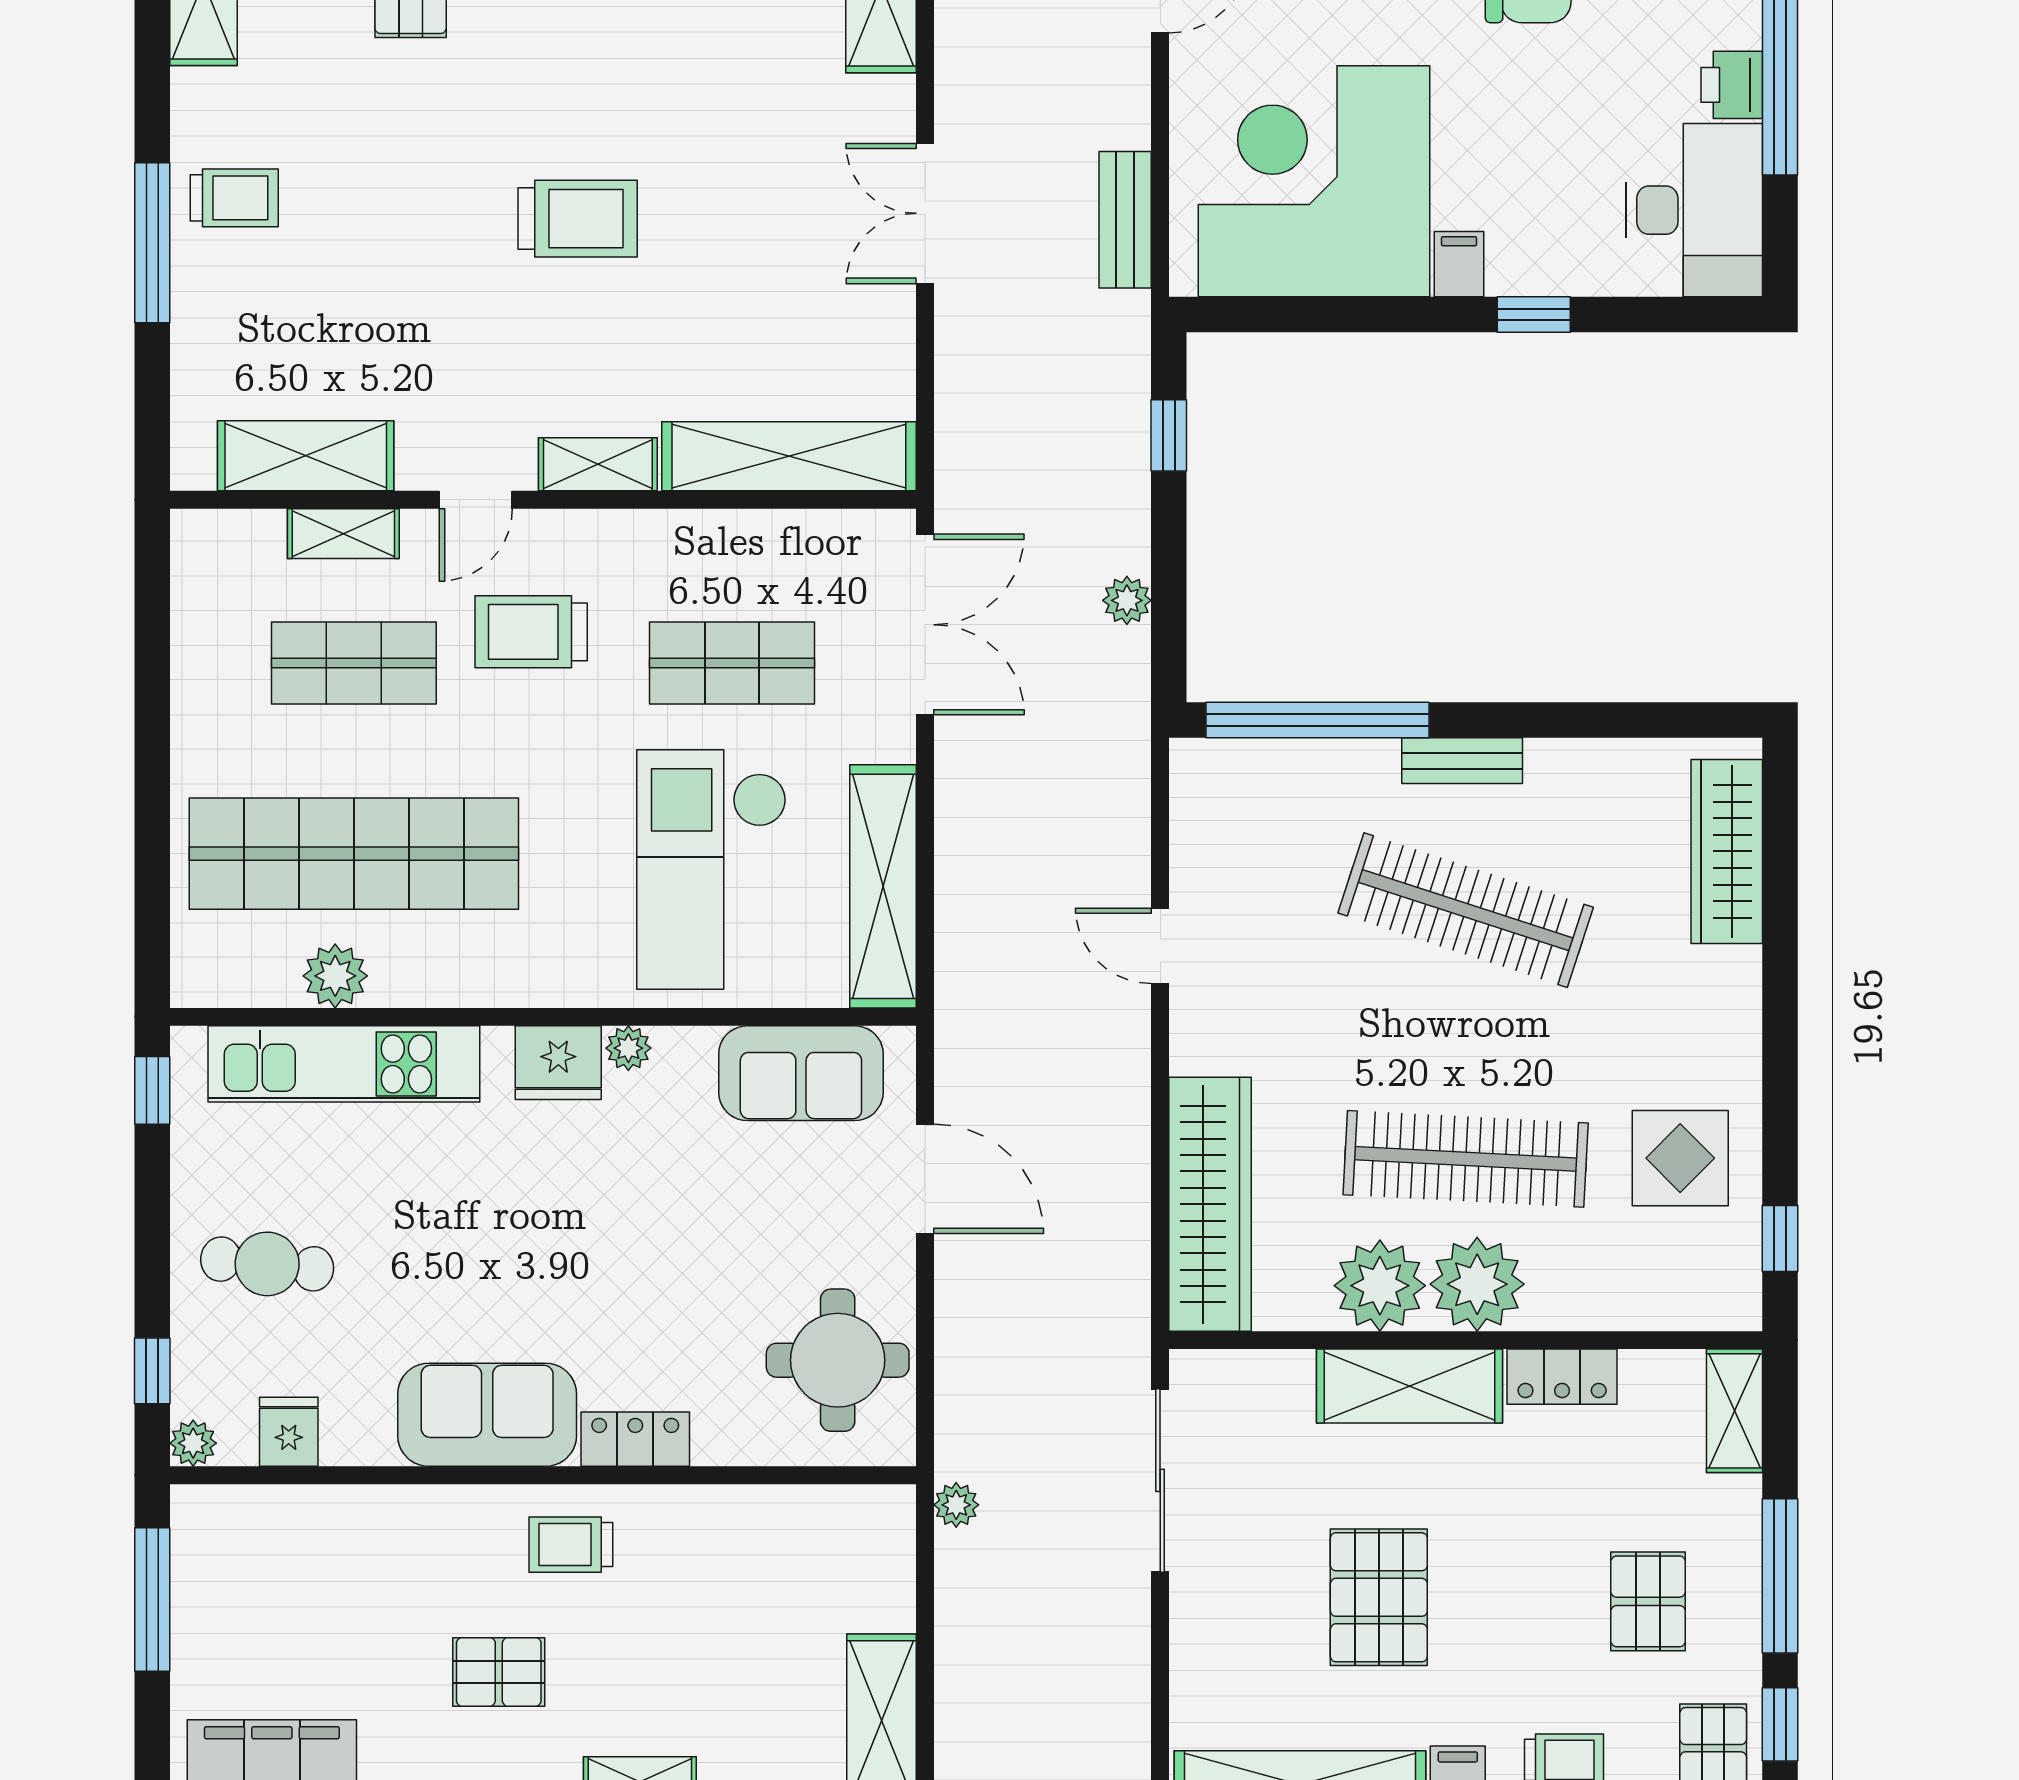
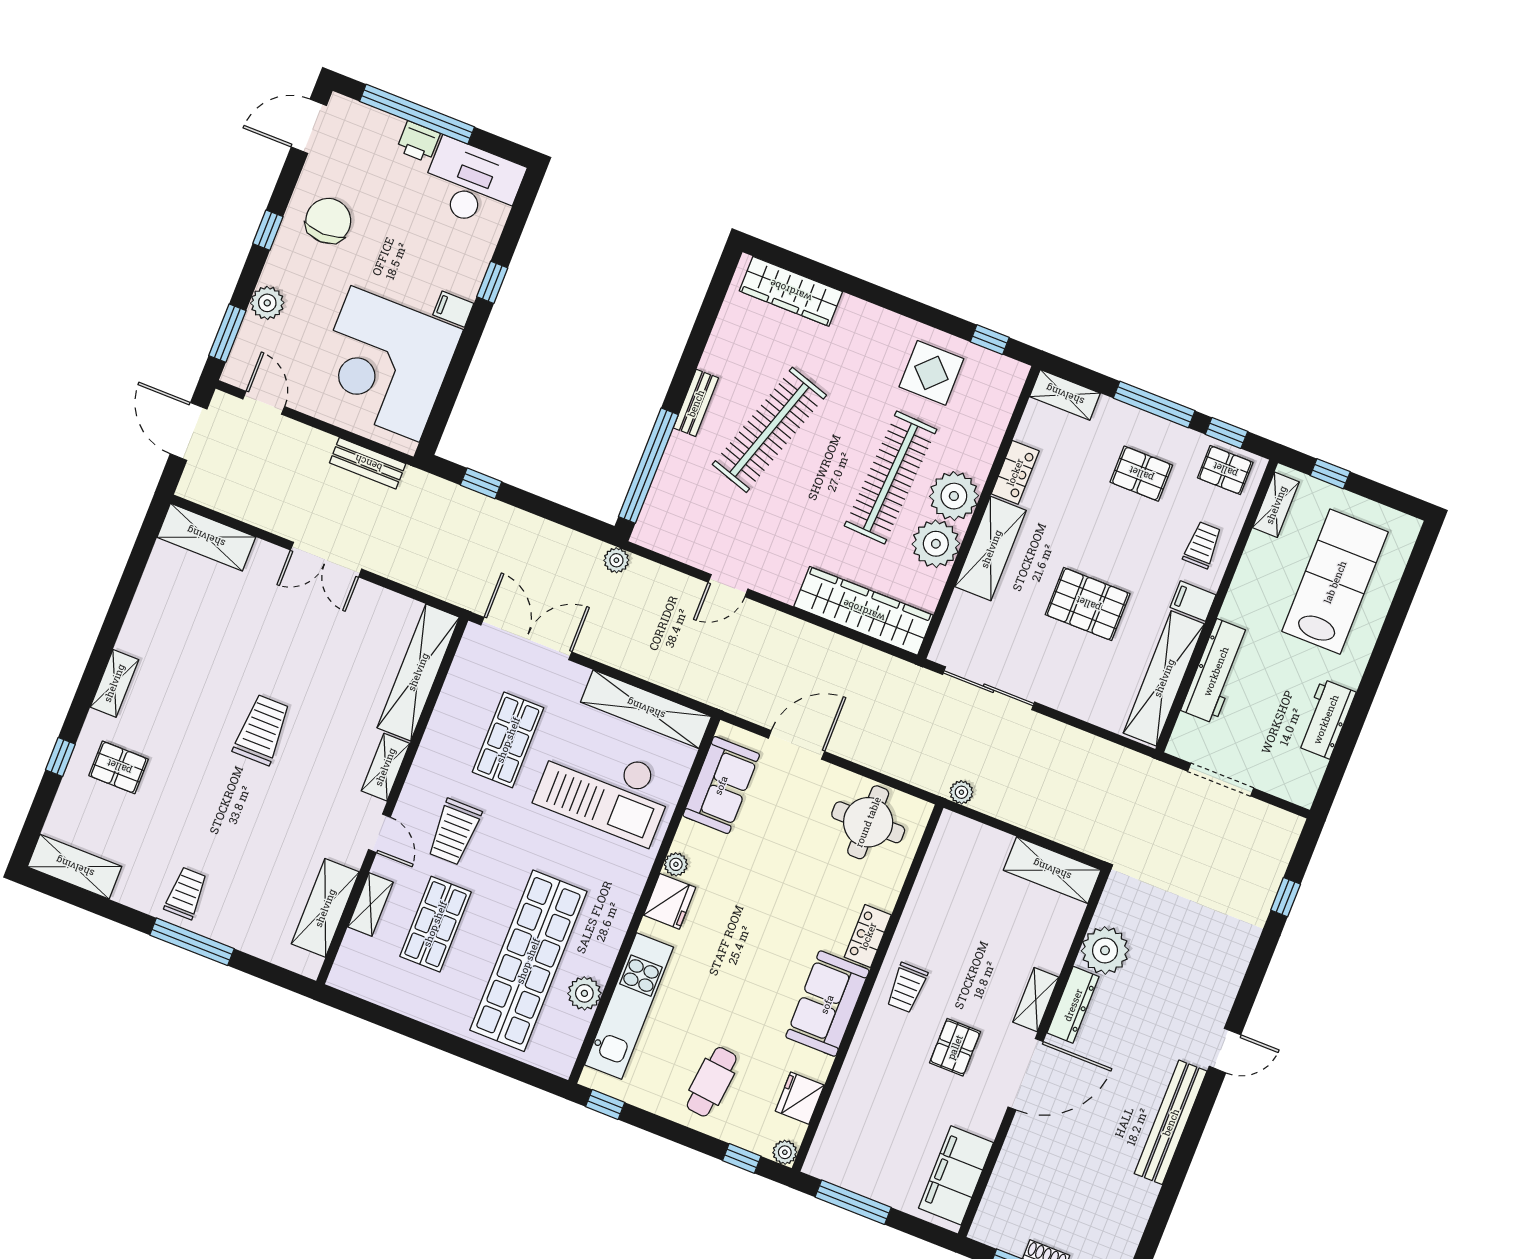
plant: (1127, 600) -> (616, 560), moved
fridge: (289, 1432) -> (800, 1098), width x1.38

